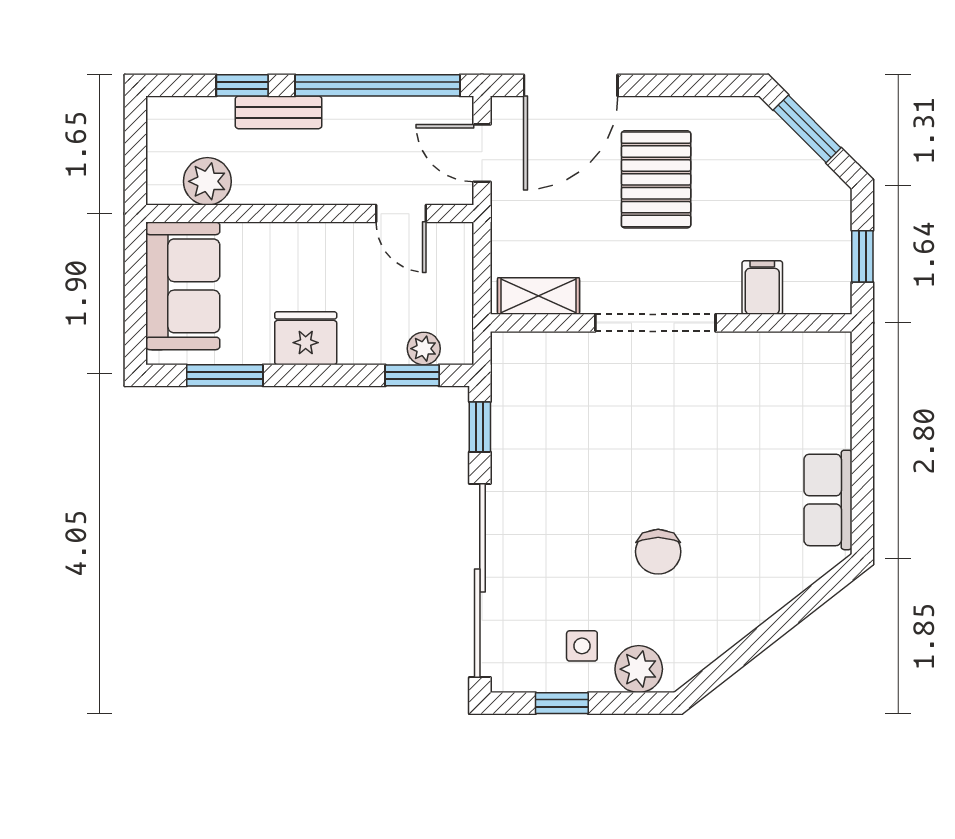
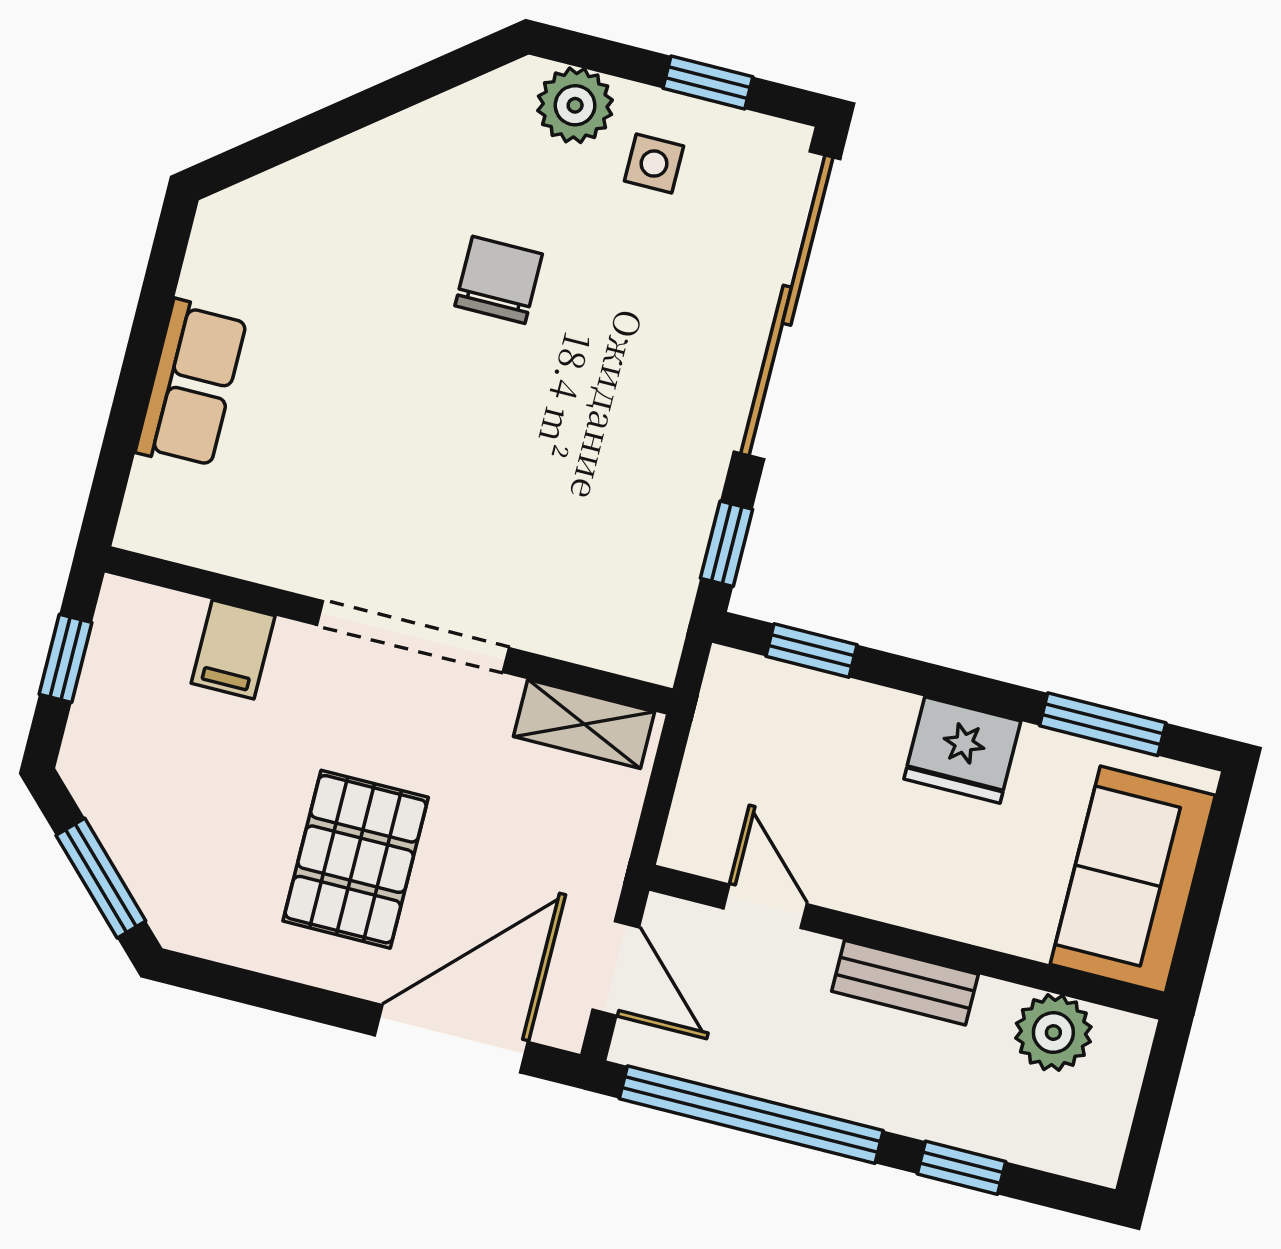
bench: (279, 112) -> (905, 983), moved
plant: (424, 349) -> (783, 688), removed
row of seats: (828, 500) -> (192, 385), moved

